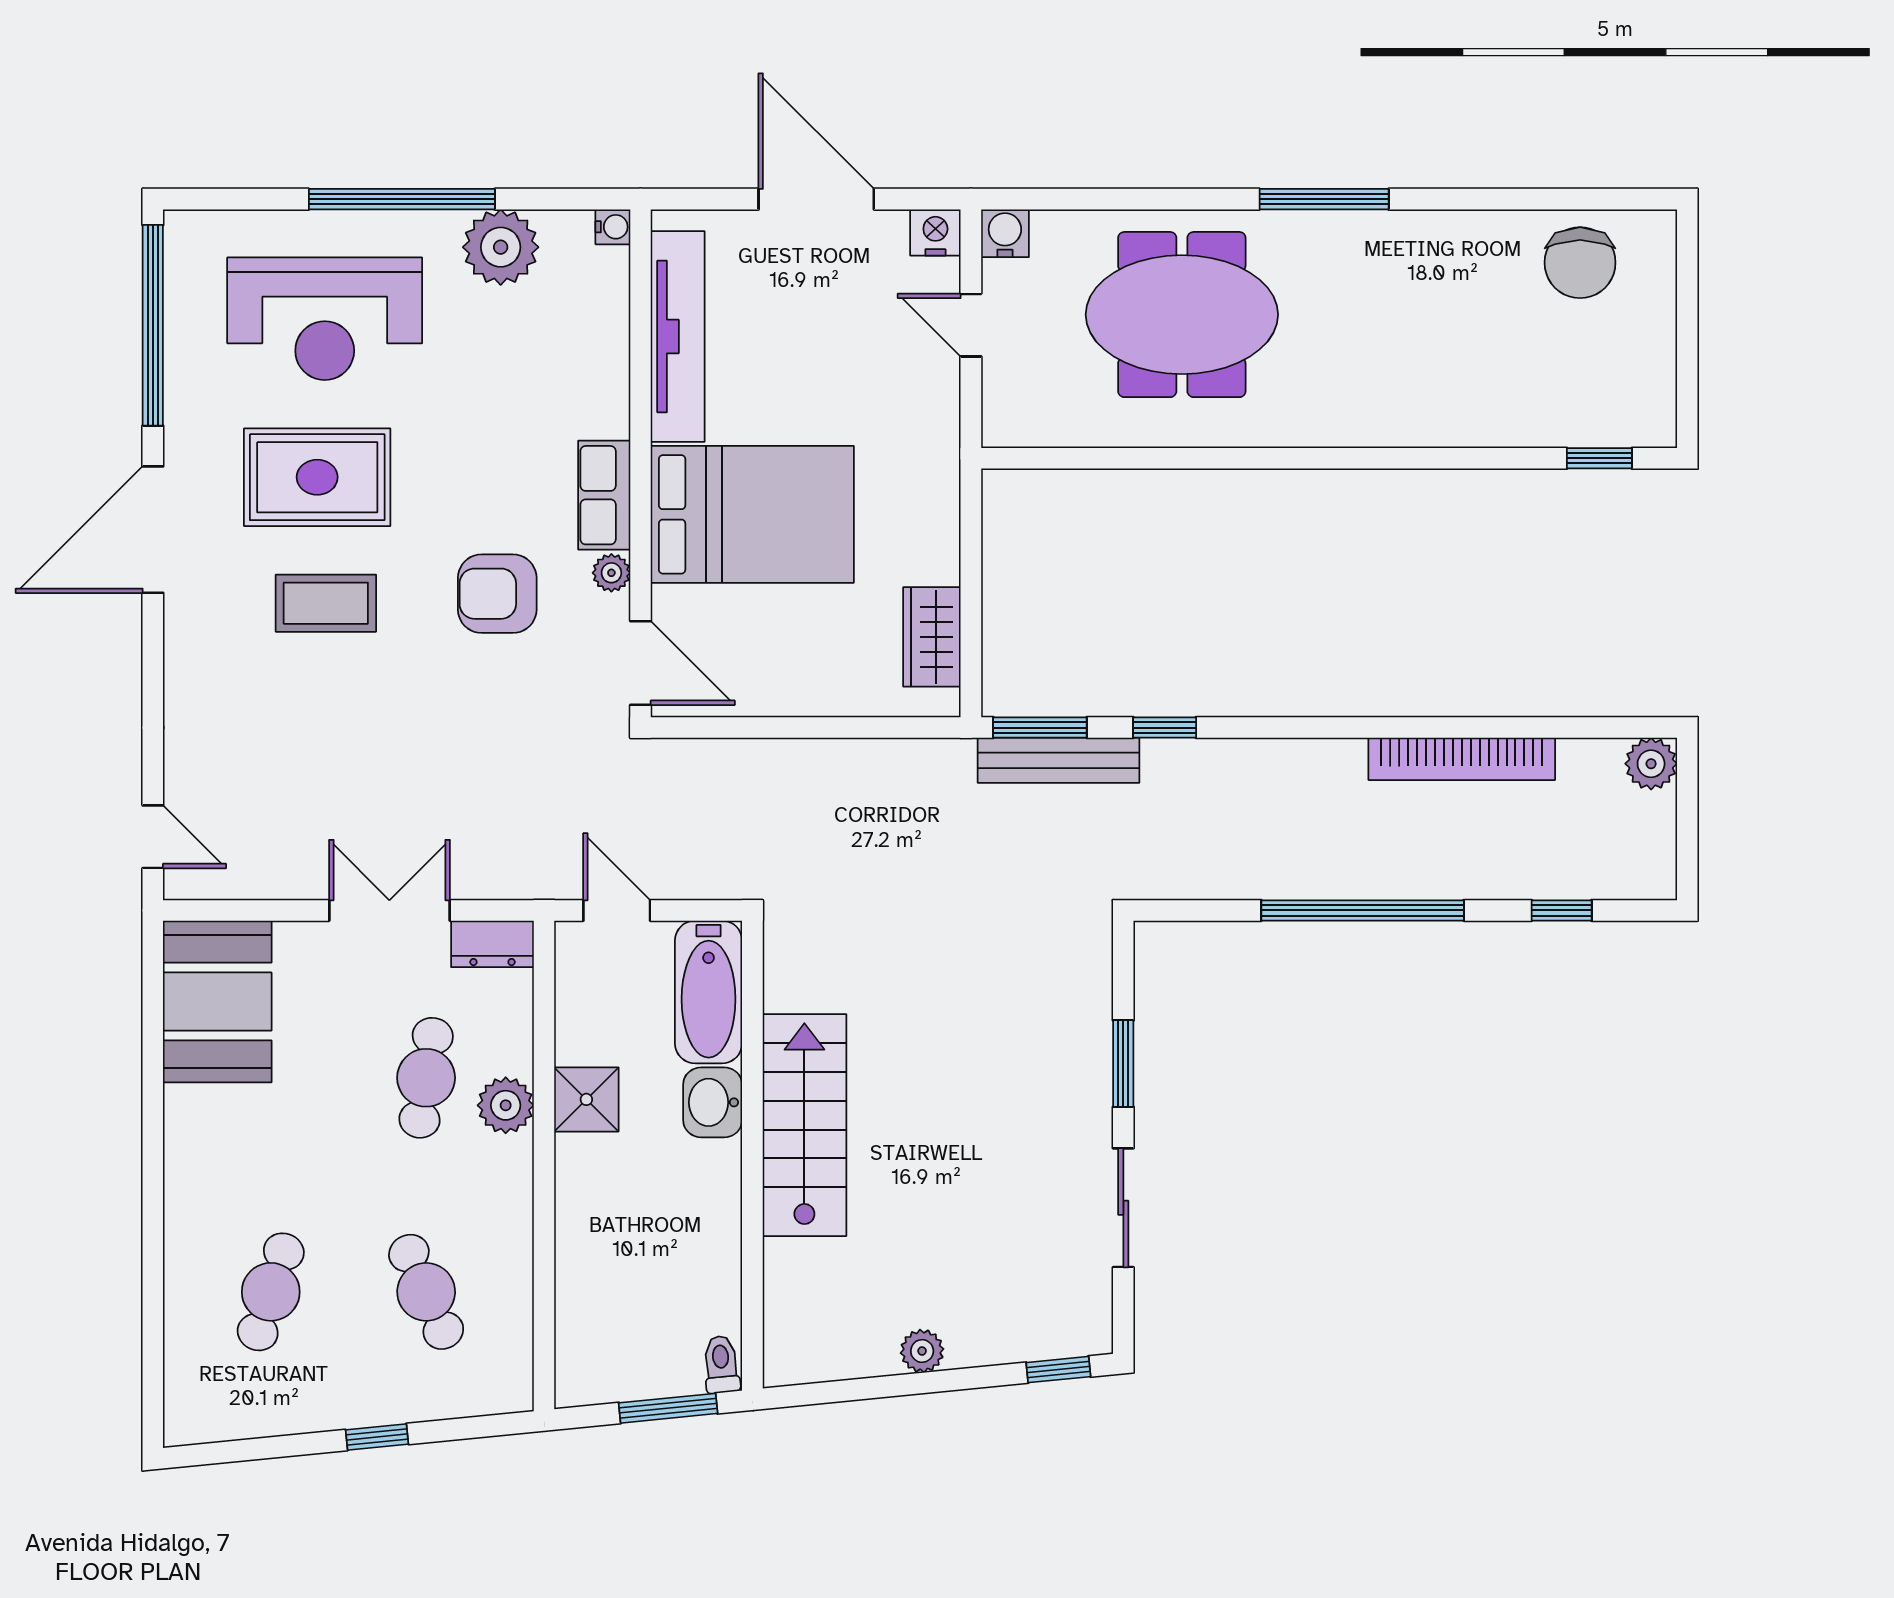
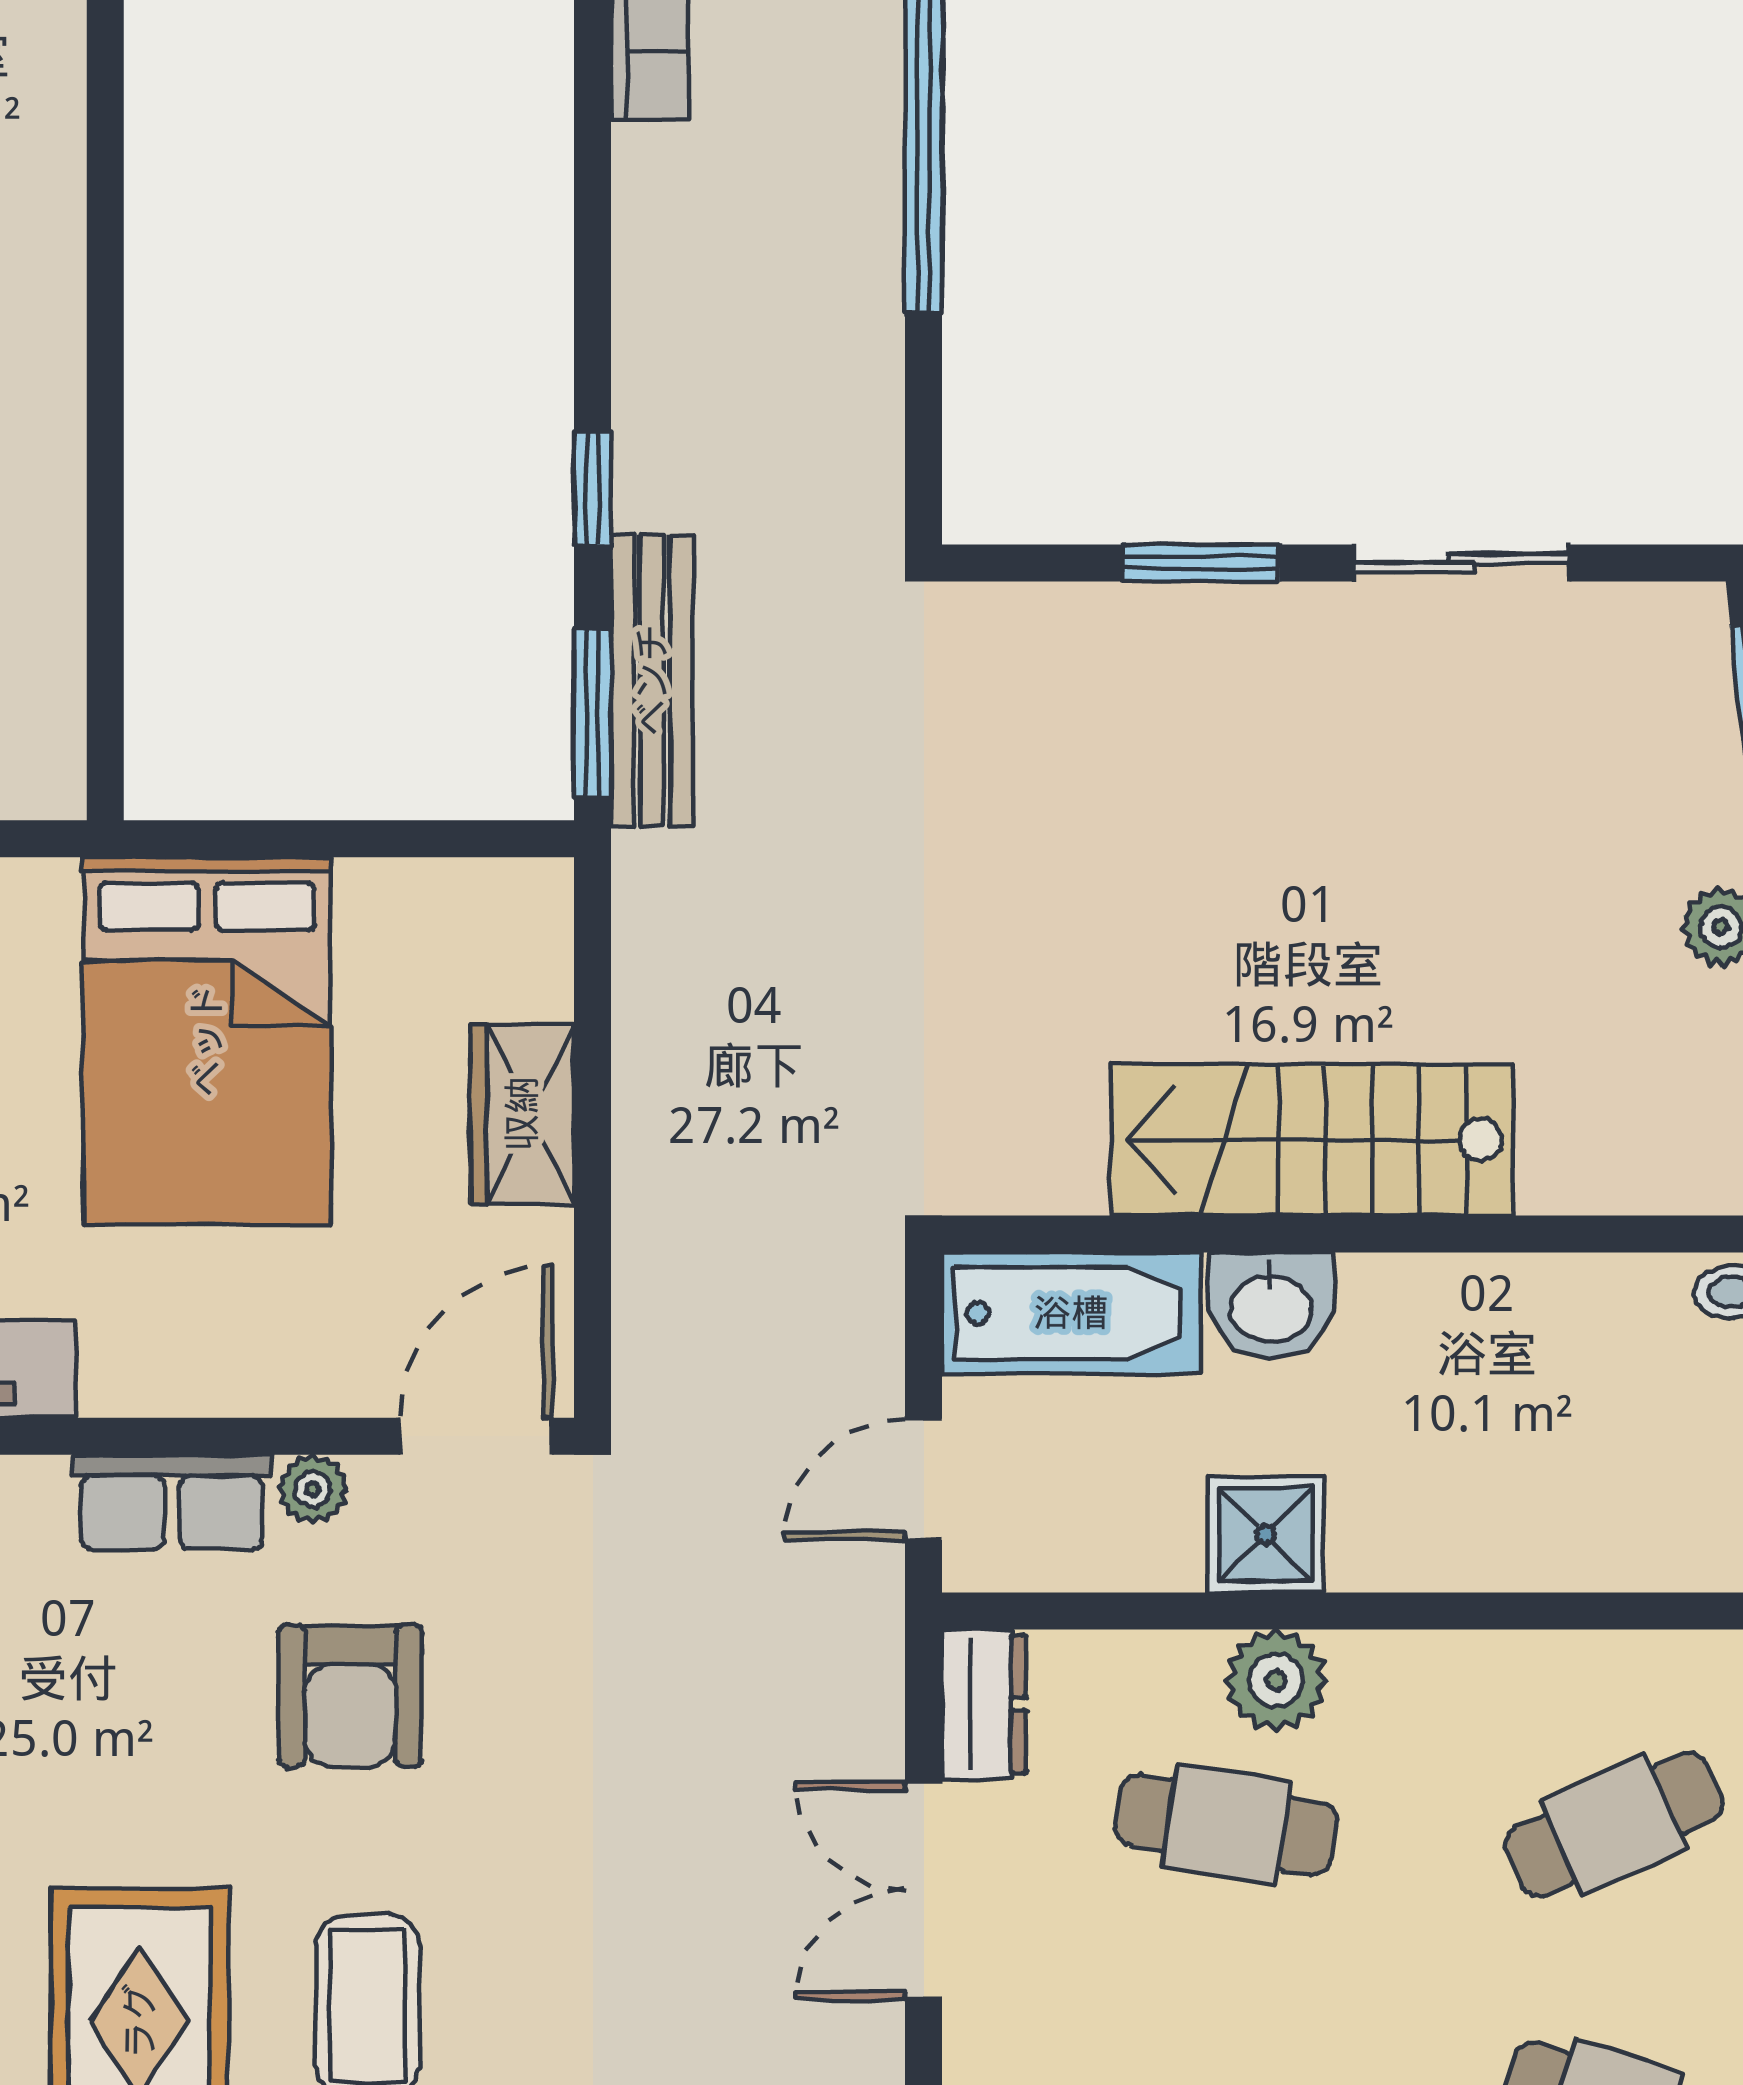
bed: (752, 514) -> (207, 1041), moved, turned 180
wardrobe: (932, 637) -> (522, 1114), moved, turned 90

